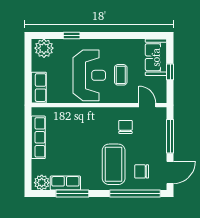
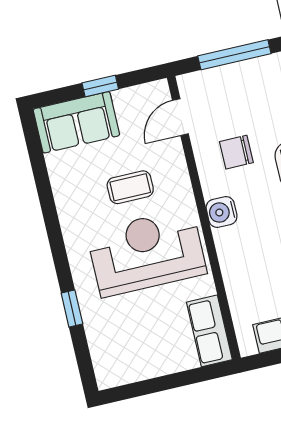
plant: (44, 48) -> (112, 360), removed
row of seats: (39, 88) -> (209, 331), moved, turned -90
water cooler: (100, 114) -> (222, 212), added

